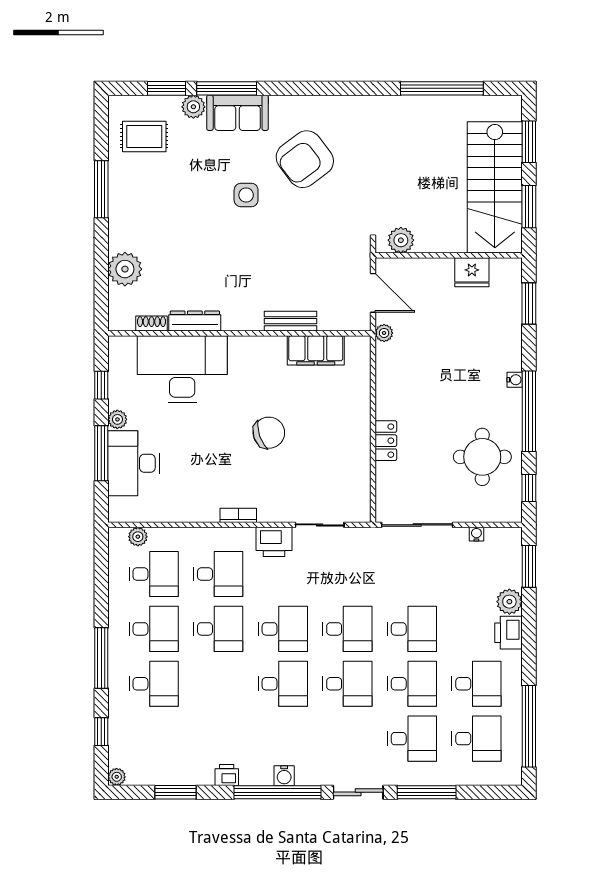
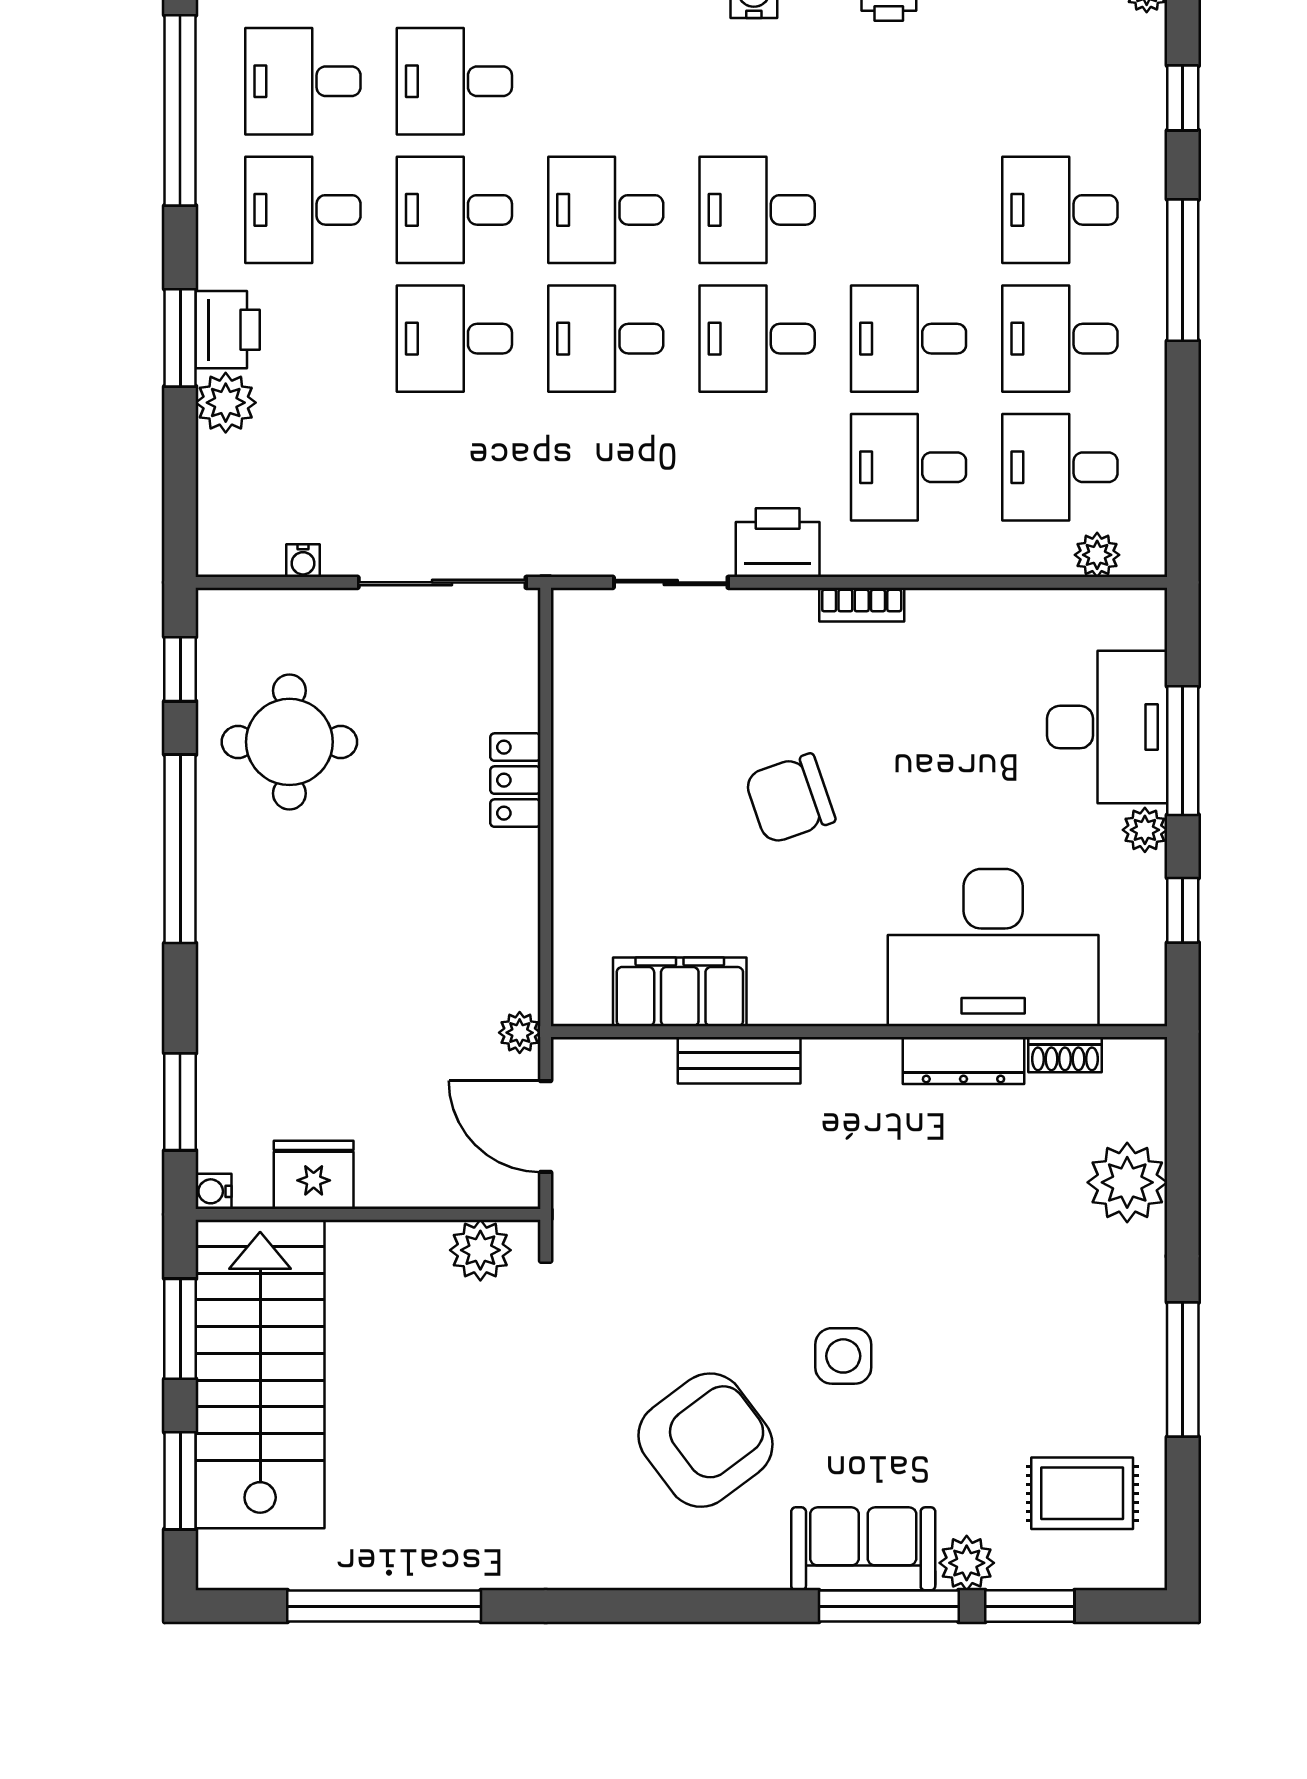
water cooler: (515, 380) -> (214, 1191), moved
window: (529, 566) -> (180, 338), moved

